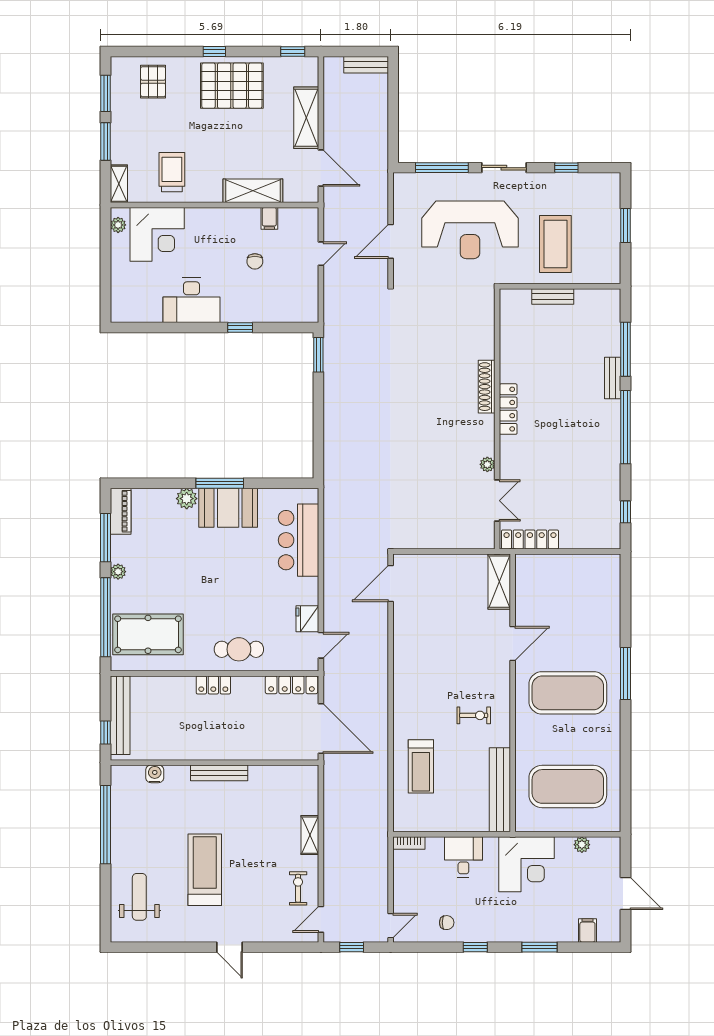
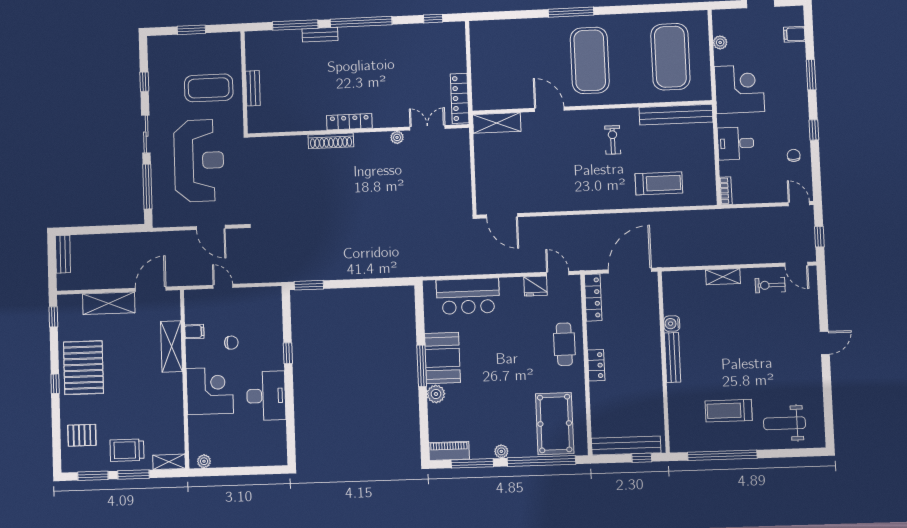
trolley: (172, 172) -> (127, 450), moved
corner desk: (157, 234) -> (210, 391), moved
water cooler: (155, 774) -> (672, 324), moved
treadmill: (205, 870) -> (729, 411), moved, width x0.73, depth x0.73

